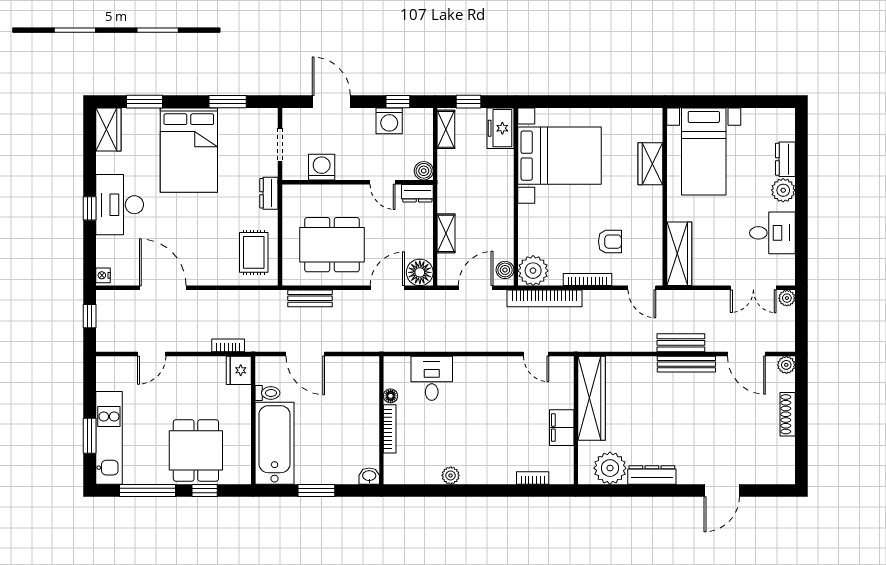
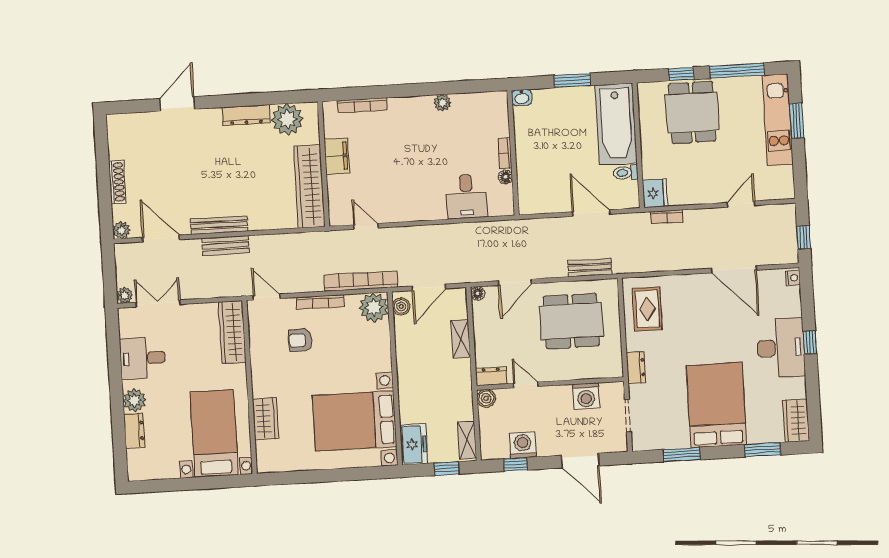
floor lamp: (420, 272) -> (478, 293), width x0.53, depth x0.53
bookcase: (390, 429) -> (505, 153), width x0.64
bookcase: (533, 478) -> (362, 105), width x1.56

